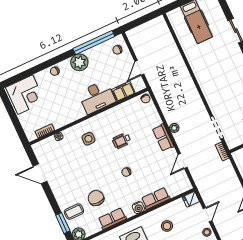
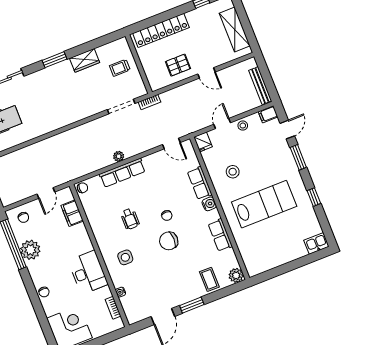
plant: (79, 62) -> (30, 250), moved
door: (139, 68) -> (46, 193), hinge flipped
desk: (97, 97) -> (88, 272), moved
row of seats: (163, 138) -> (122, 173), width x1.48
door: (183, 161) -> (171, 144), moved
chair: (96, 198) -> (169, 241), moved
door: (207, 215) -> (222, 124), hinge flipped
window: (63, 223) -> (192, 305), moved

